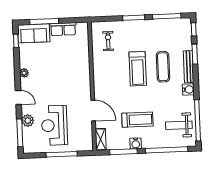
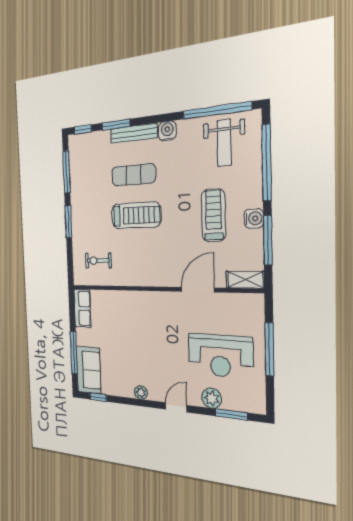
row of seats: (63, 29) -> (82, 308), moved
window: (20, 133) -> (231, 414), width x0.69

